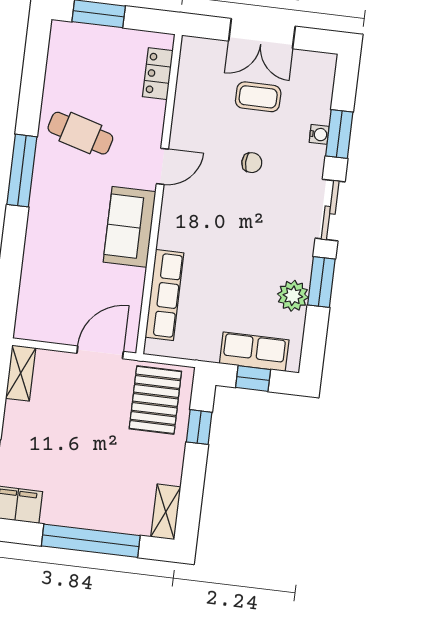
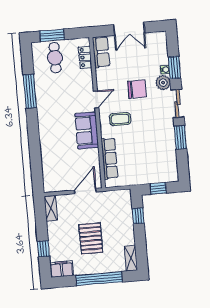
coffee table: (258, 97) -> (120, 119), moved
cafe table: (80, 133) -> (55, 58), moved, turned 74
chair: (252, 163) -> (137, 89), width x1.87, depth x1.87
window: (22, 171) -> (30, 91), moved
plant: (293, 296) -> (163, 83), moved
row of seats: (254, 352) -> (101, 52), moved, turned 90
pallet: (155, 400) -> (91, 238), moved

